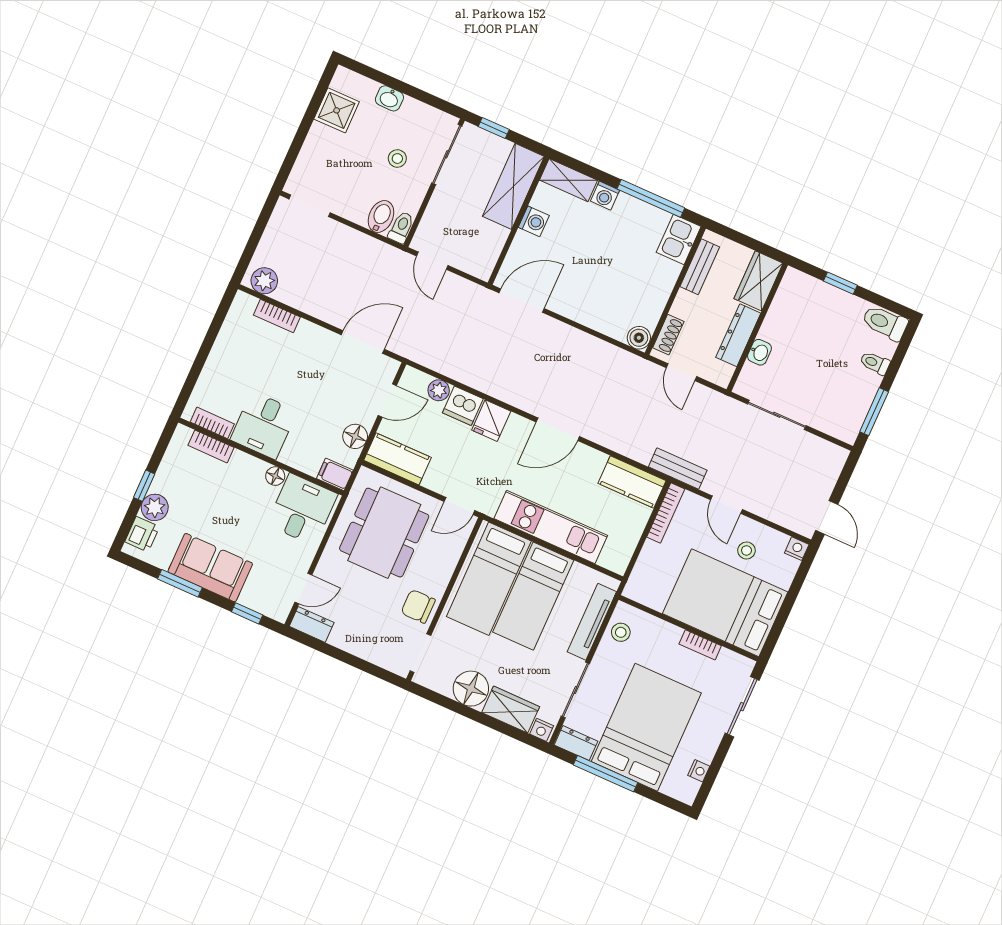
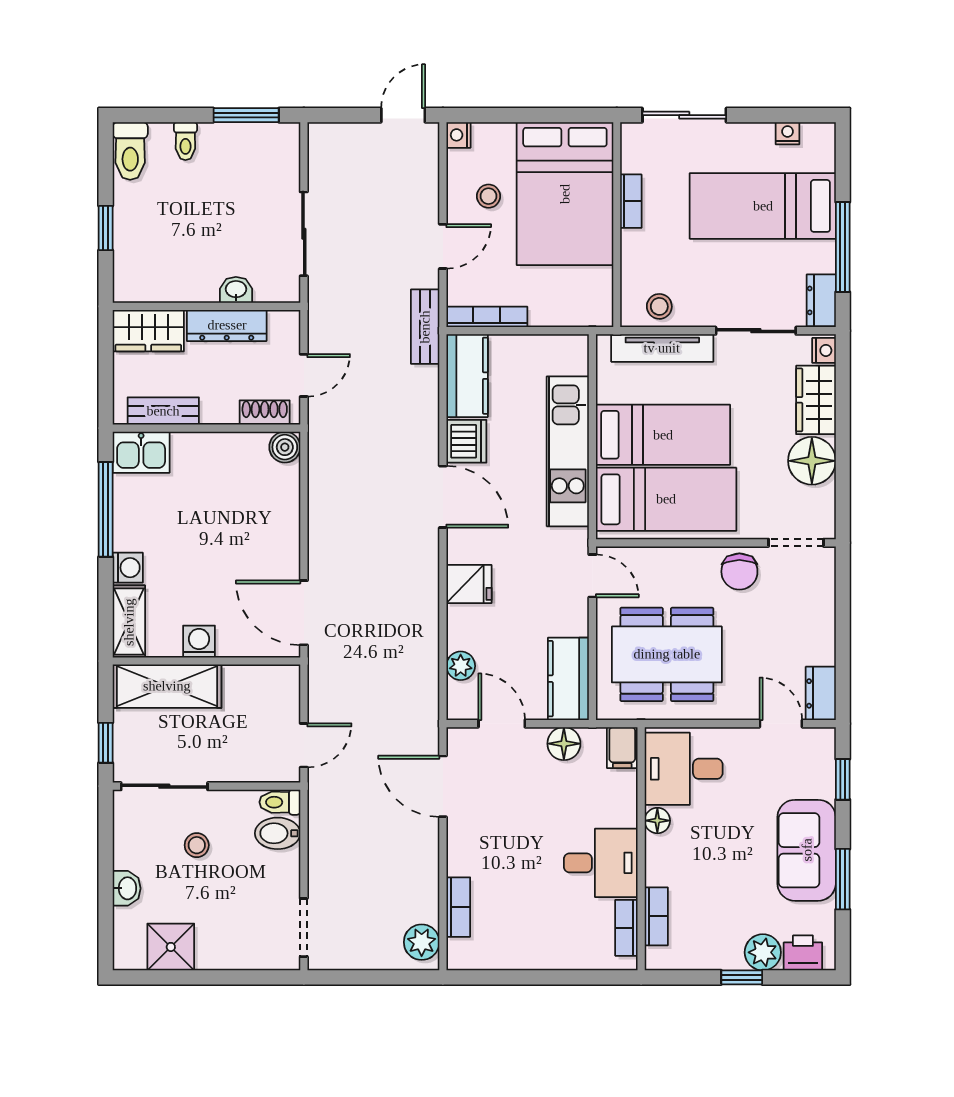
dishwasher: (463, 406) -> (466, 441), moved
bed: (646, 727) -> (763, 206), width x0.67

